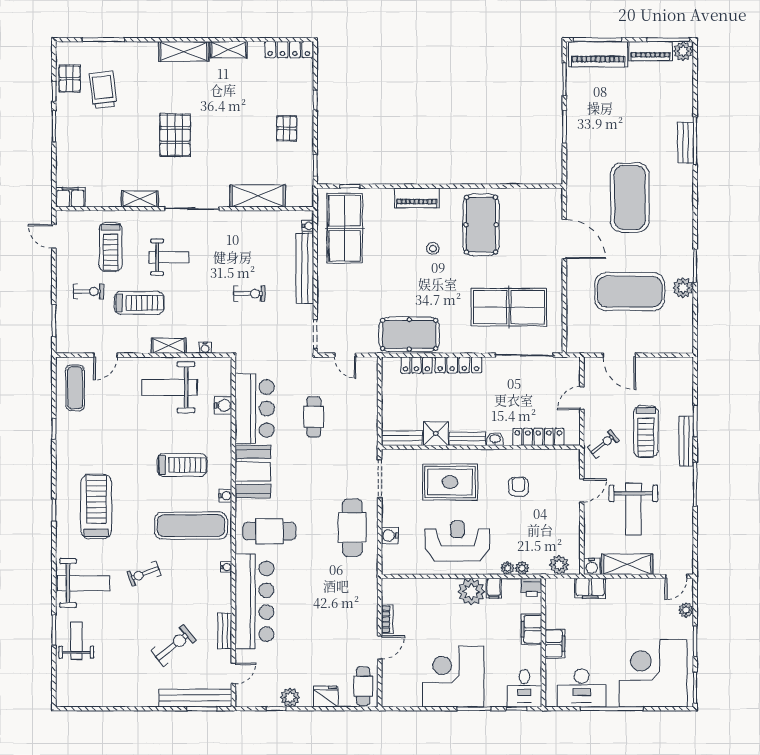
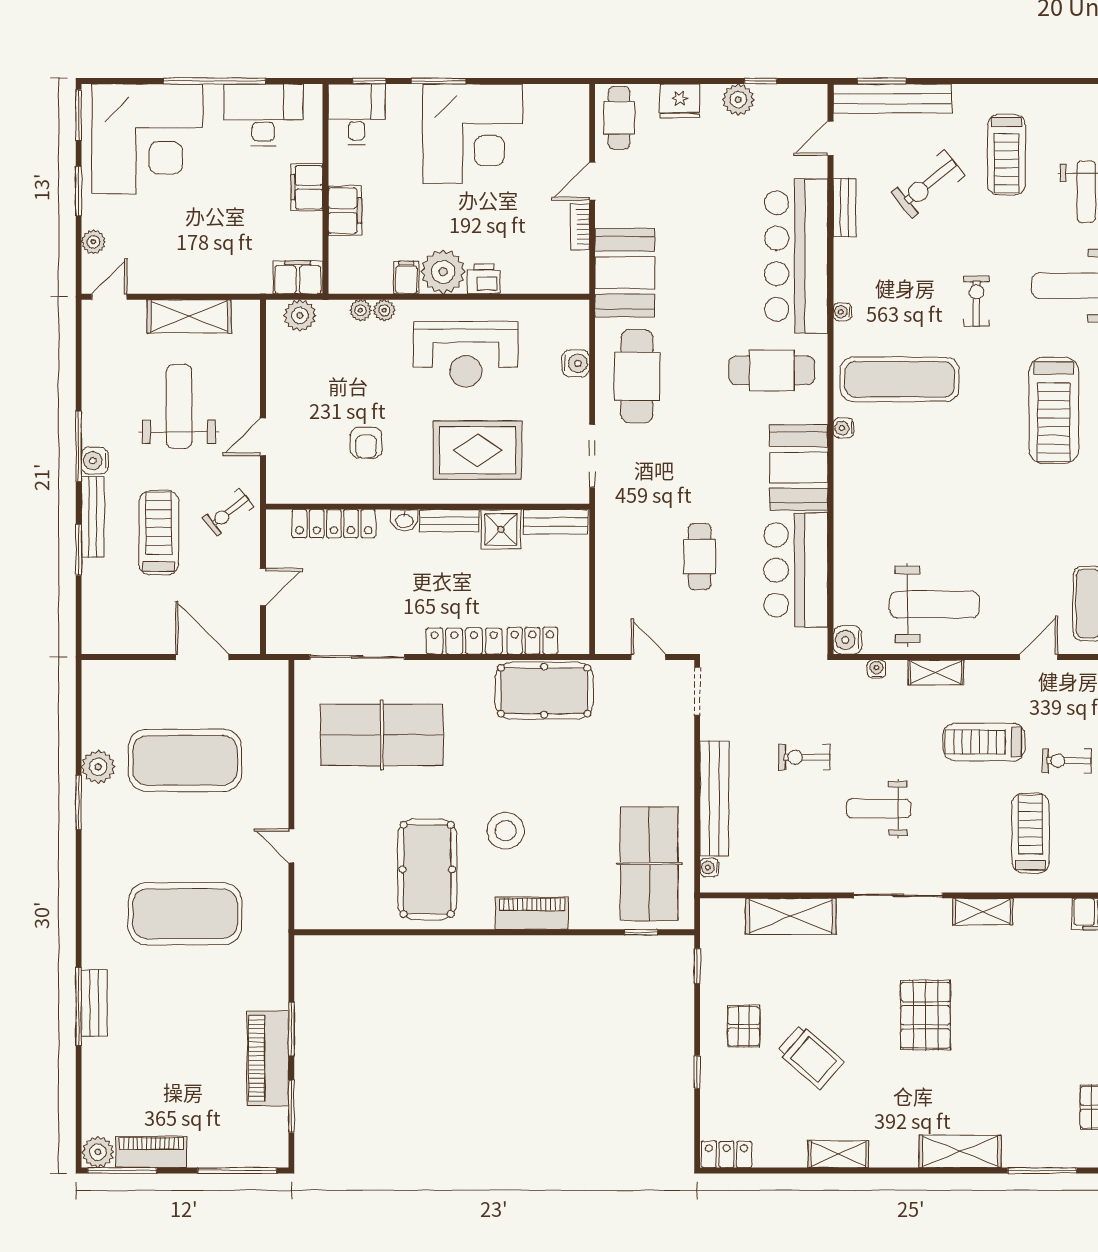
locker: (289, 50) -> (726, 1154), width x0.66
shelving: (184, 52) -> (960, 1151), moved
piano: (598, 54) -> (268, 1058), moved, turned -90
trolley: (103, 90) -> (810, 1057), moved, turned -42
exercise mat: (630, 197) -> (185, 914), turned 90
door: (564, 239) -> (291, 846), width x0.53
stool: (433, 248) -> (506, 831), width x1.89, depth x1.89
weight bench: (169, 257) -> (879, 809), moved
water cooler: (223, 405) -> (848, 640), moved
treadmill: (182, 465) -> (1006, 155), moved, turned -90
water cooler: (592, 566) -> (95, 461), moved, turned -90
exercise bike: (144, 574) -> (976, 301), turned -69
printer: (532, 587) -> (484, 279), moved
filing cabinet: (590, 588) -> (298, 277), moved
booth: (360, 591) -> (625, 273), added

